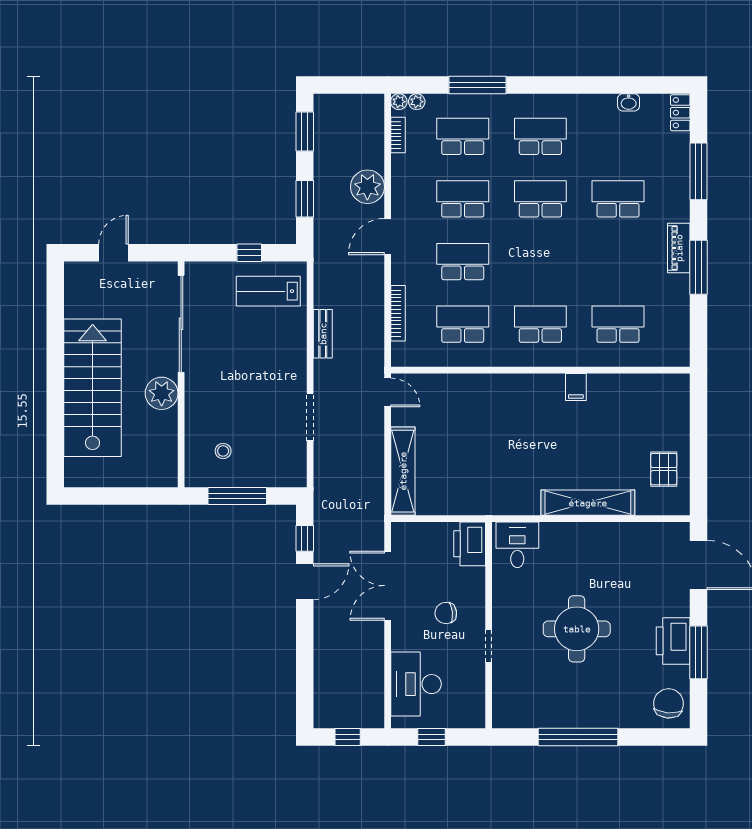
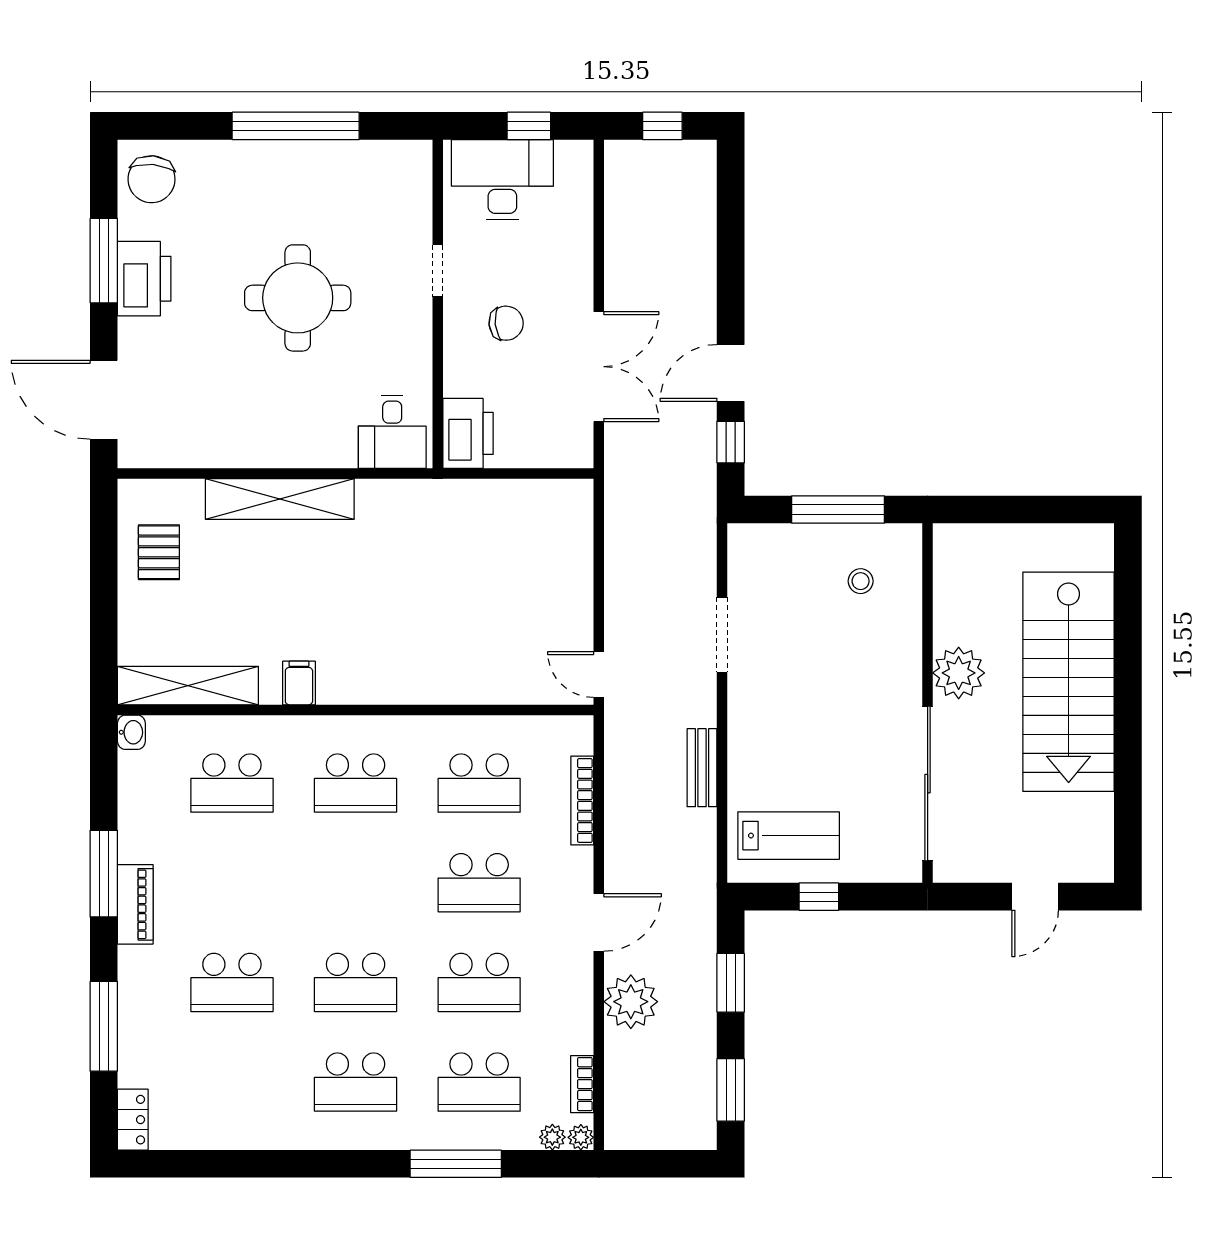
washbasin: (629, 102) -> (131, 732), moved, turned 90
shelving: (403, 471) -> (188, 686), moved, turned 90
desk: (416, 684) -> (502, 180), moved, turned -90

